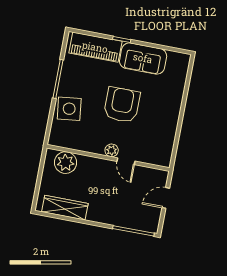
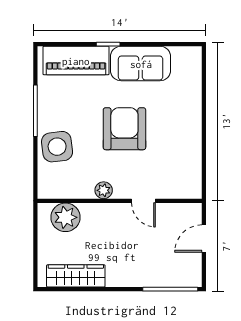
plant: (112, 150) -> (104, 190), moved

